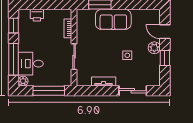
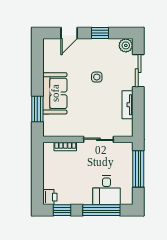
printer: (37, 15) -> (50, 197), moved
plant: (154, 48) -> (126, 45), moved
plant: (23, 81) -> (127, 199), removed

